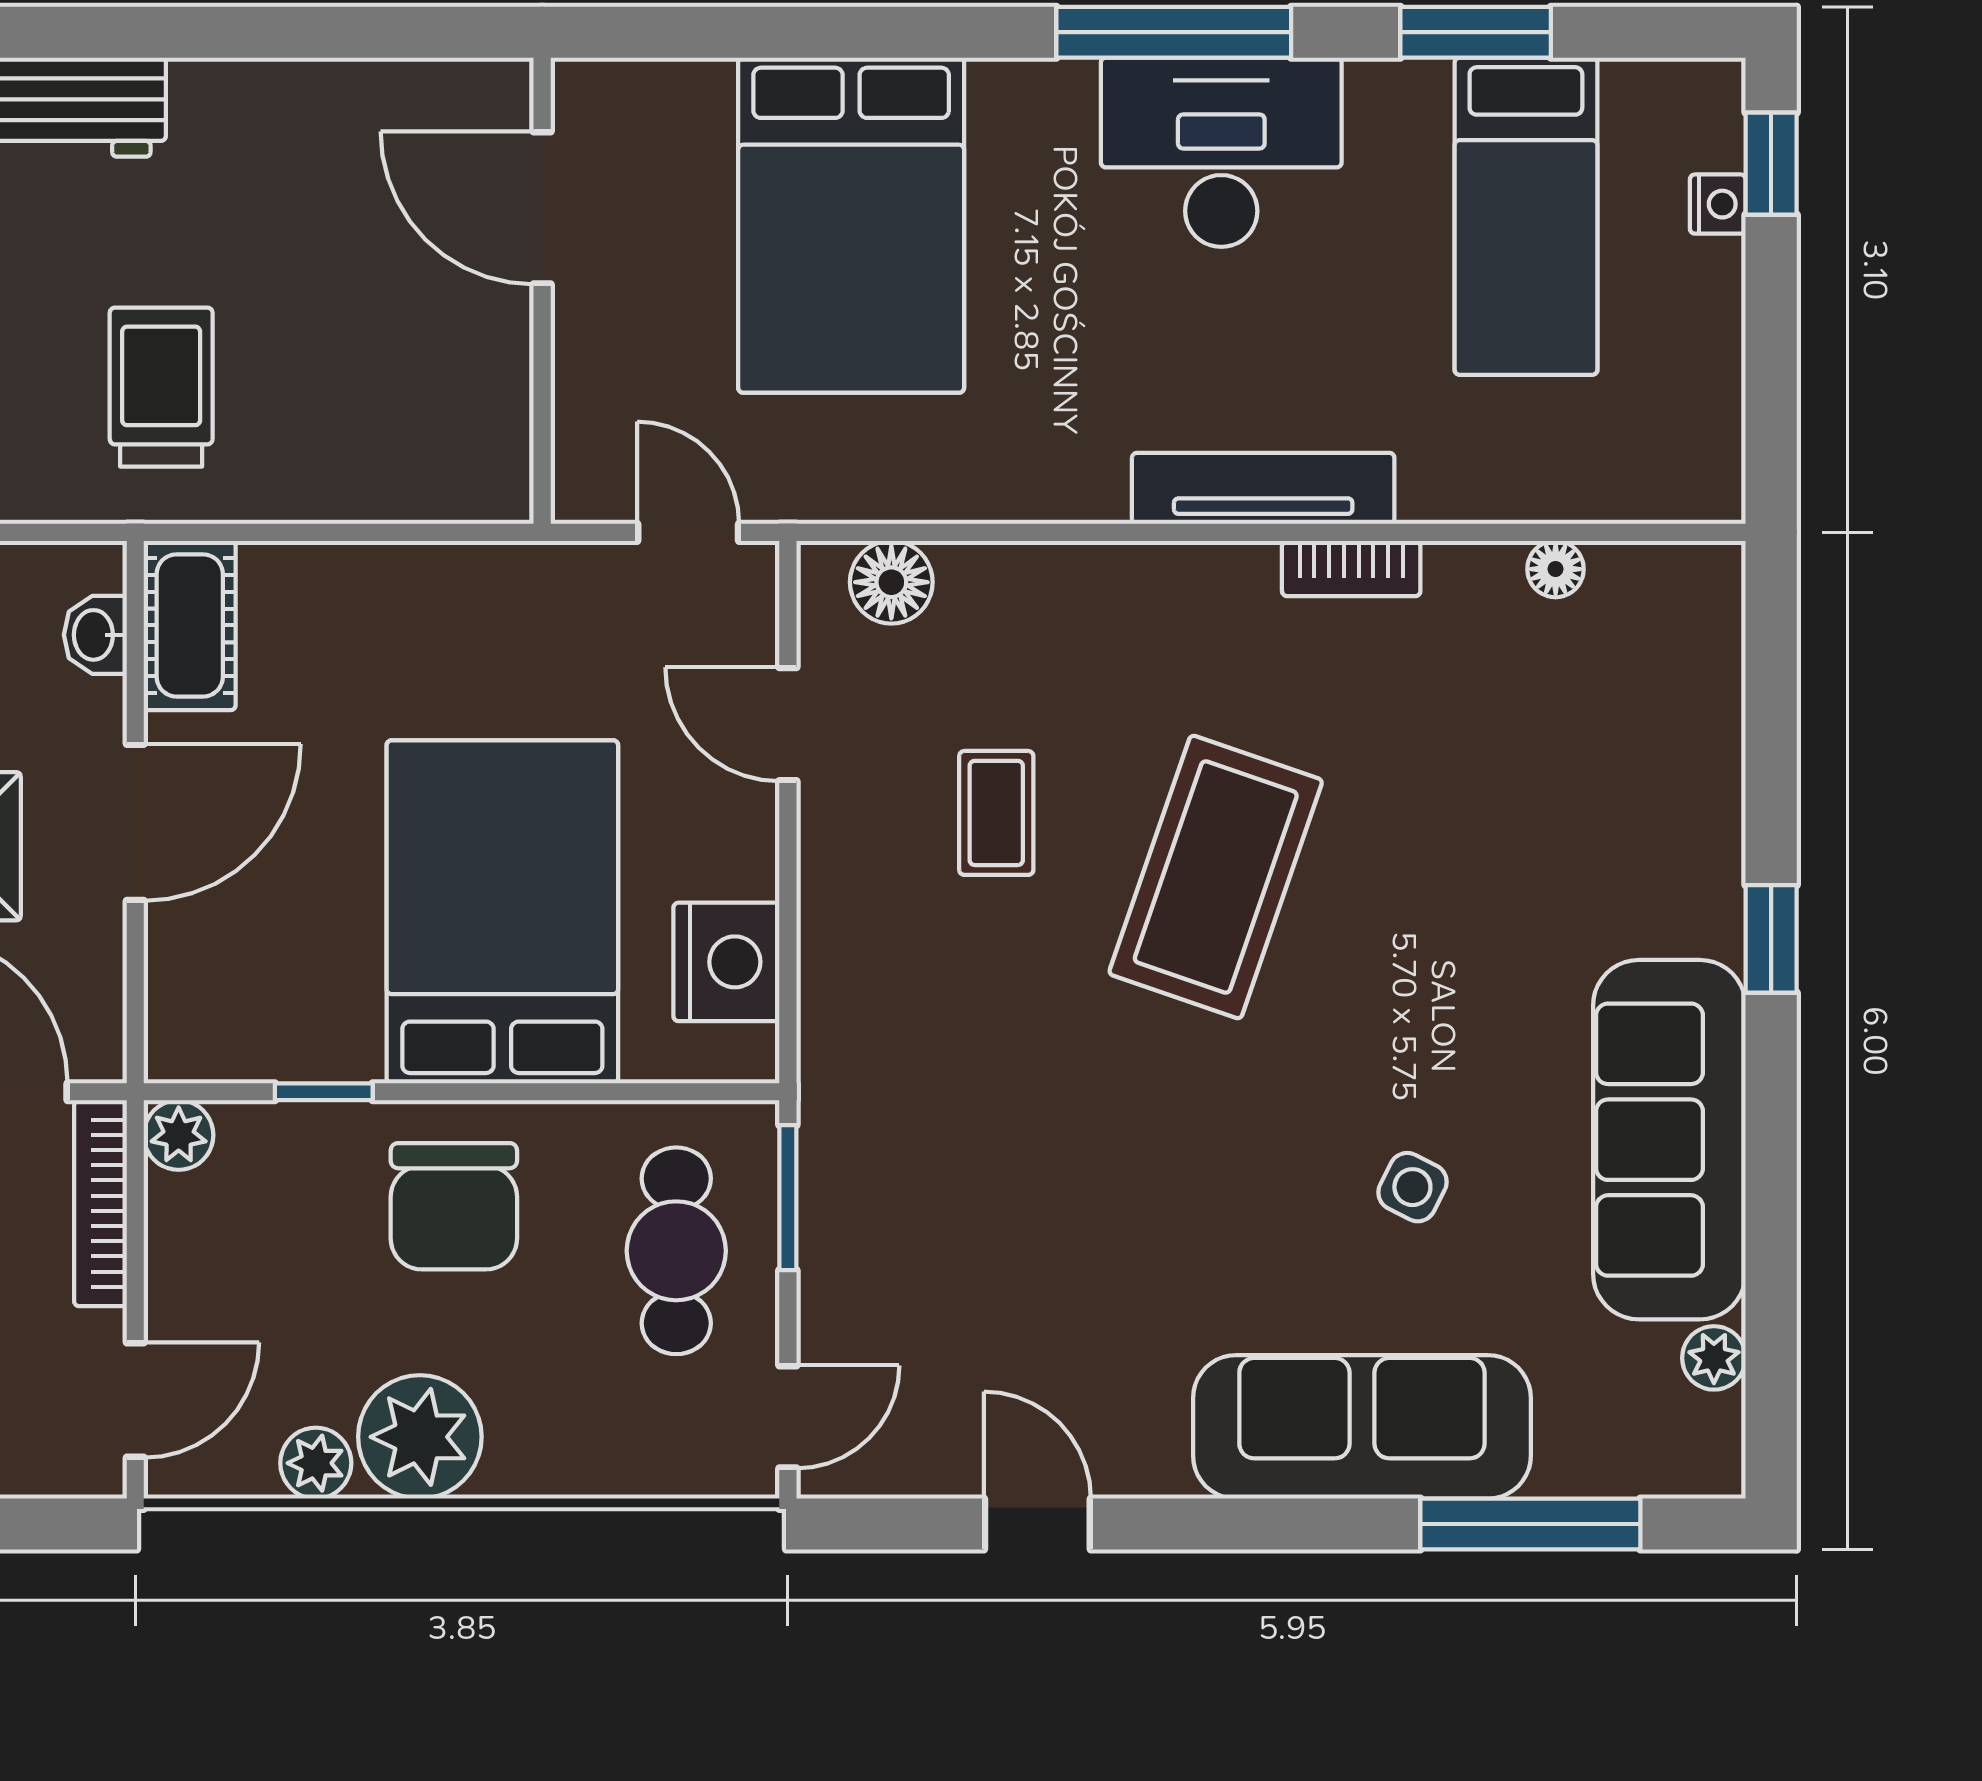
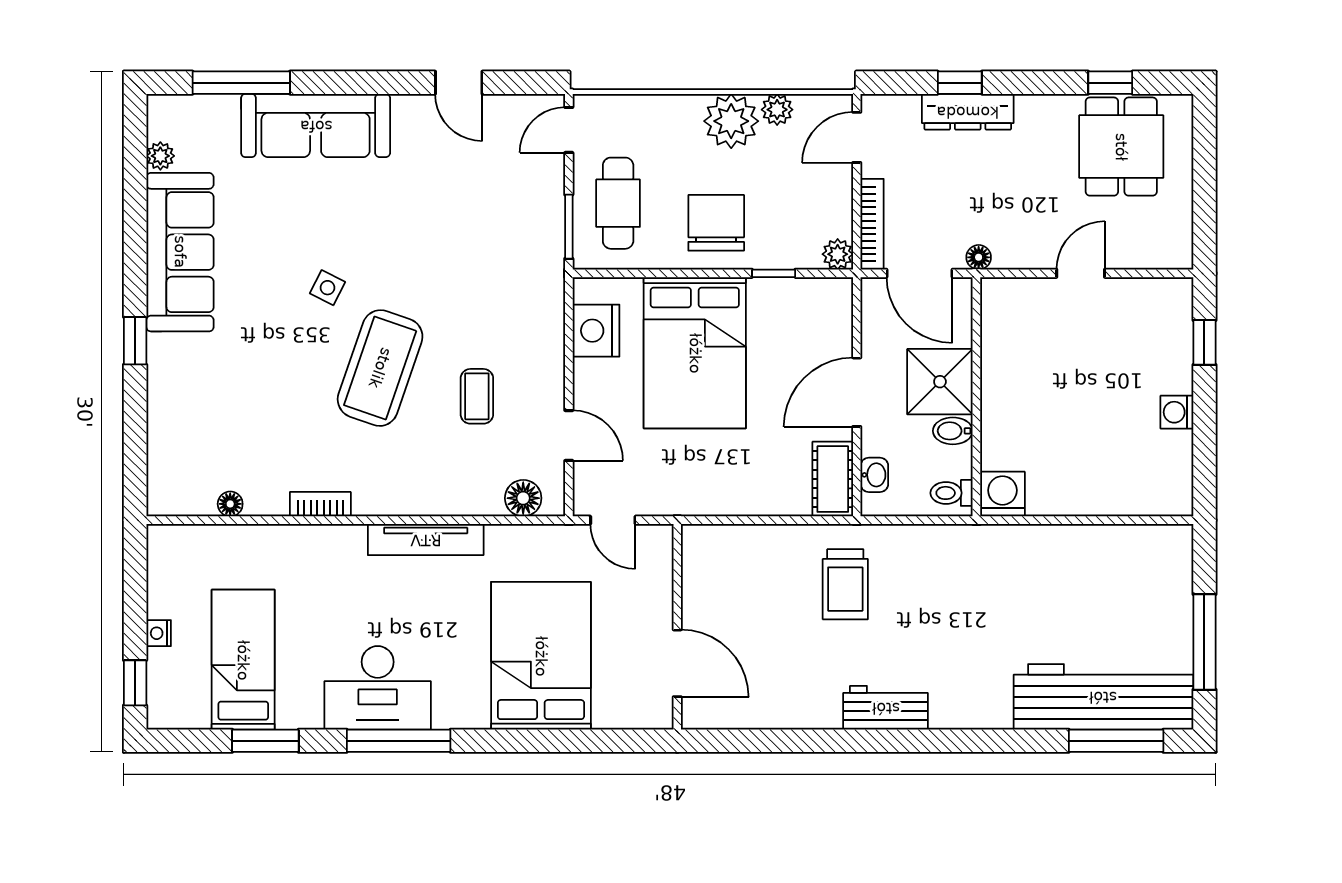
nightstand: (1718, 204) -> (159, 633), moved
tv unit: (1263, 488) -> (426, 540), moved
side table: (1412, 1187) -> (328, 288), moved

